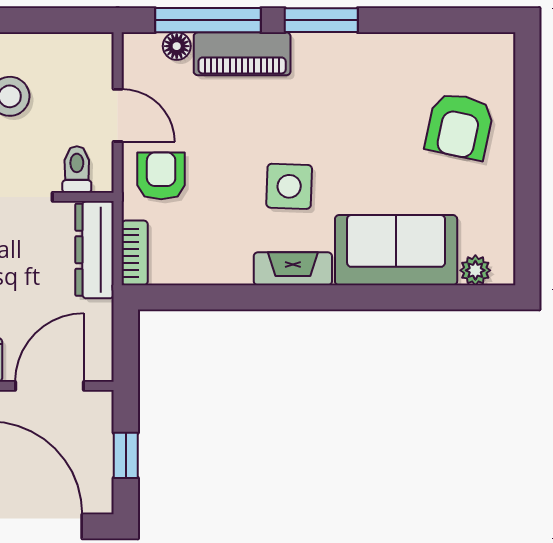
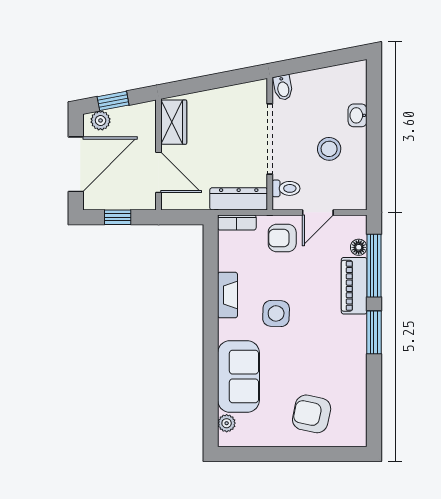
armchair: (161, 176) -> (282, 238), turned 180
fireplace: (293, 269) -> (228, 295), moved

